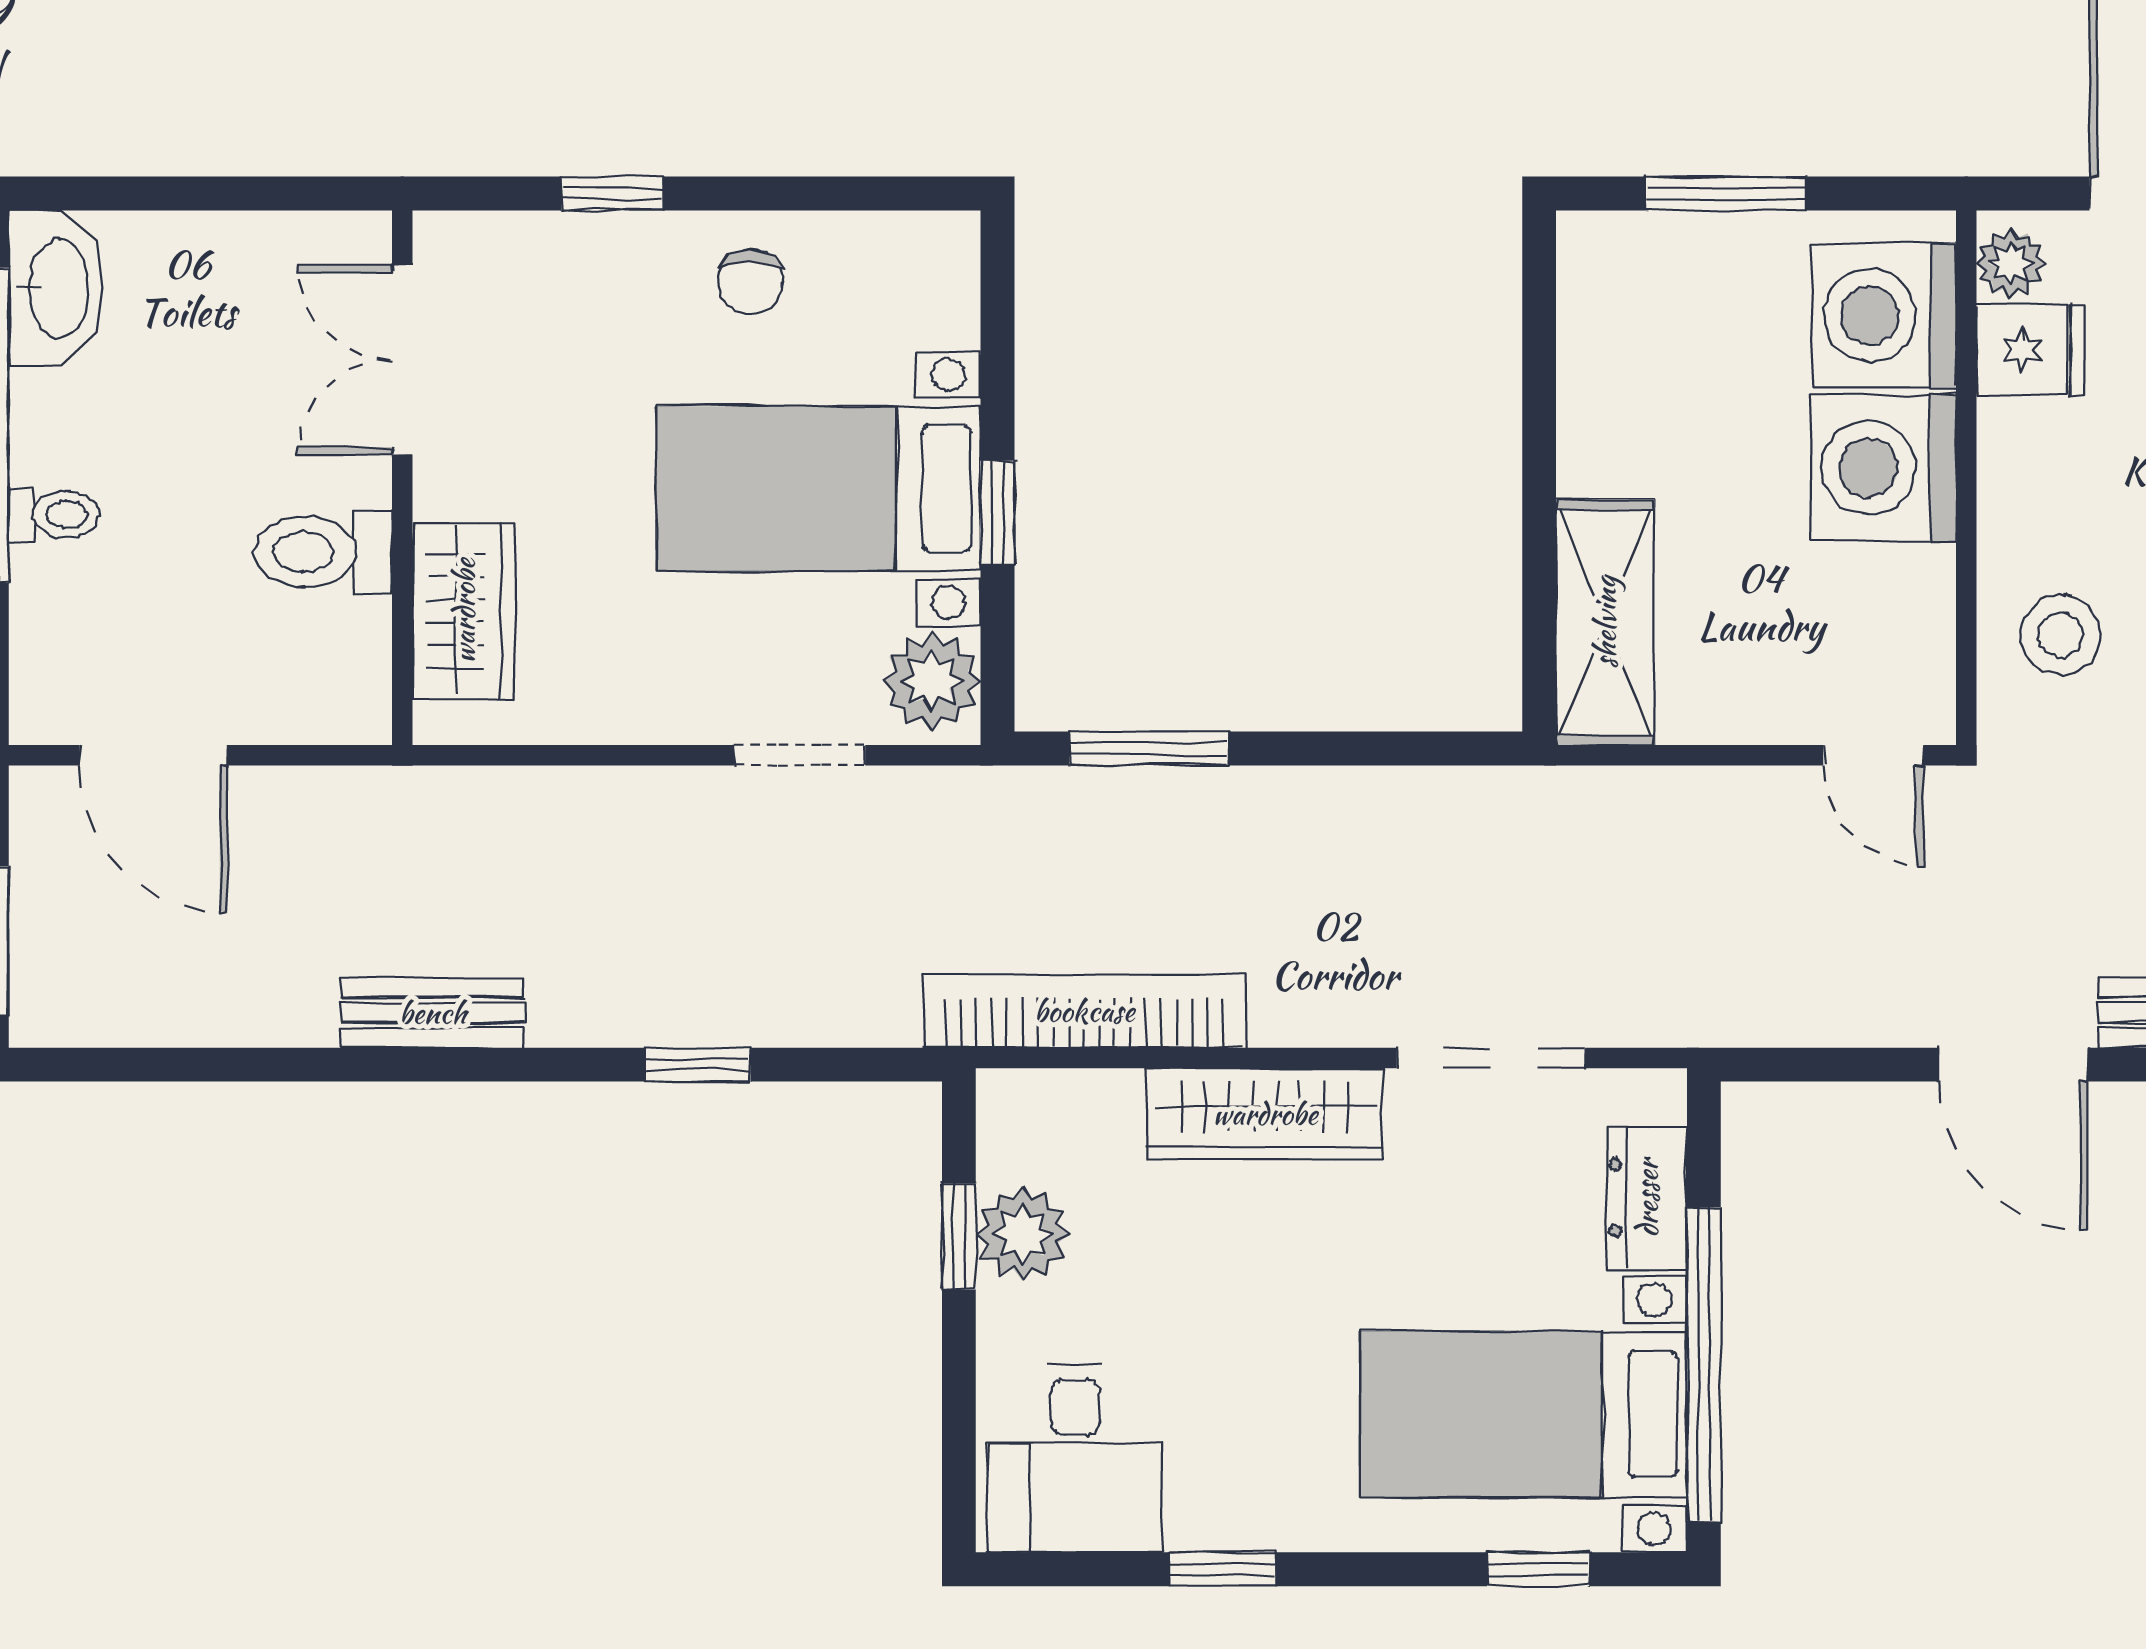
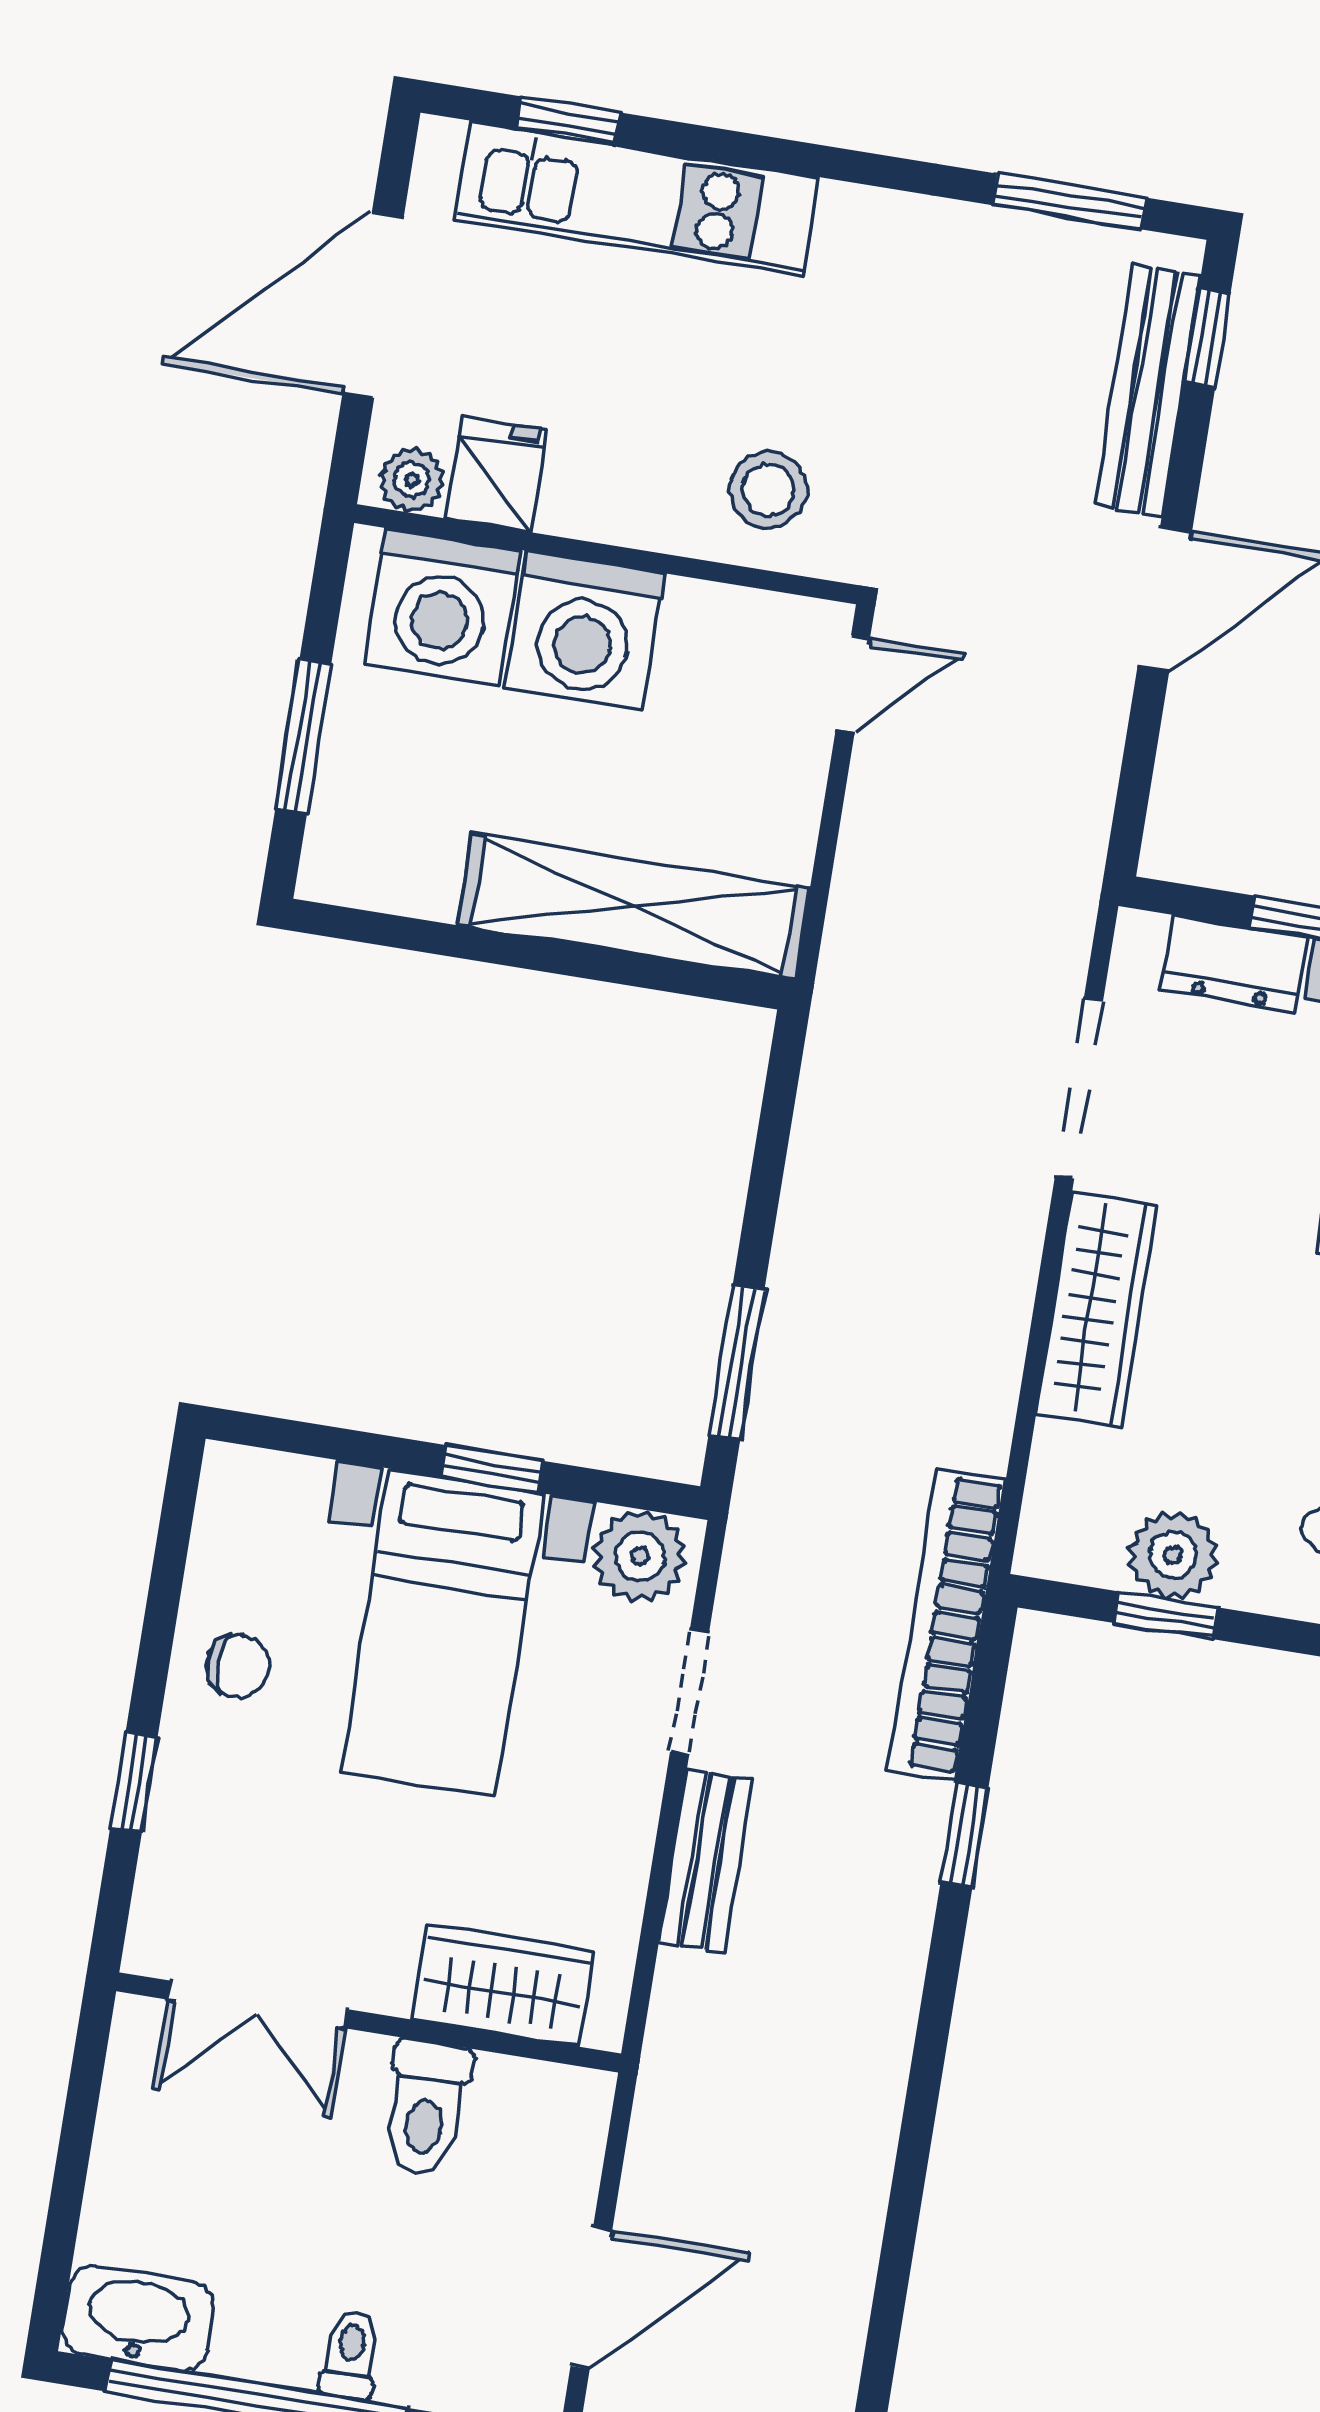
shelving: (1605, 622) -> (633, 907), width x1.47
bookcase: (1084, 1011) -> (947, 1624), moved
bench: (433, 1013) -> (706, 1861), moved

